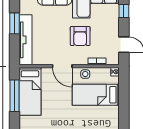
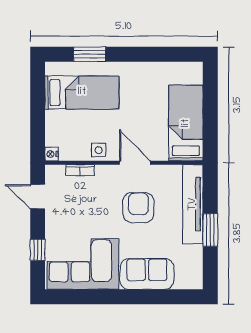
armchair: (80, 36) -> (138, 208), moved
bed: (96, 95) -> (82, 92), moved
window: (14, 96) -> (210, 116), removed

